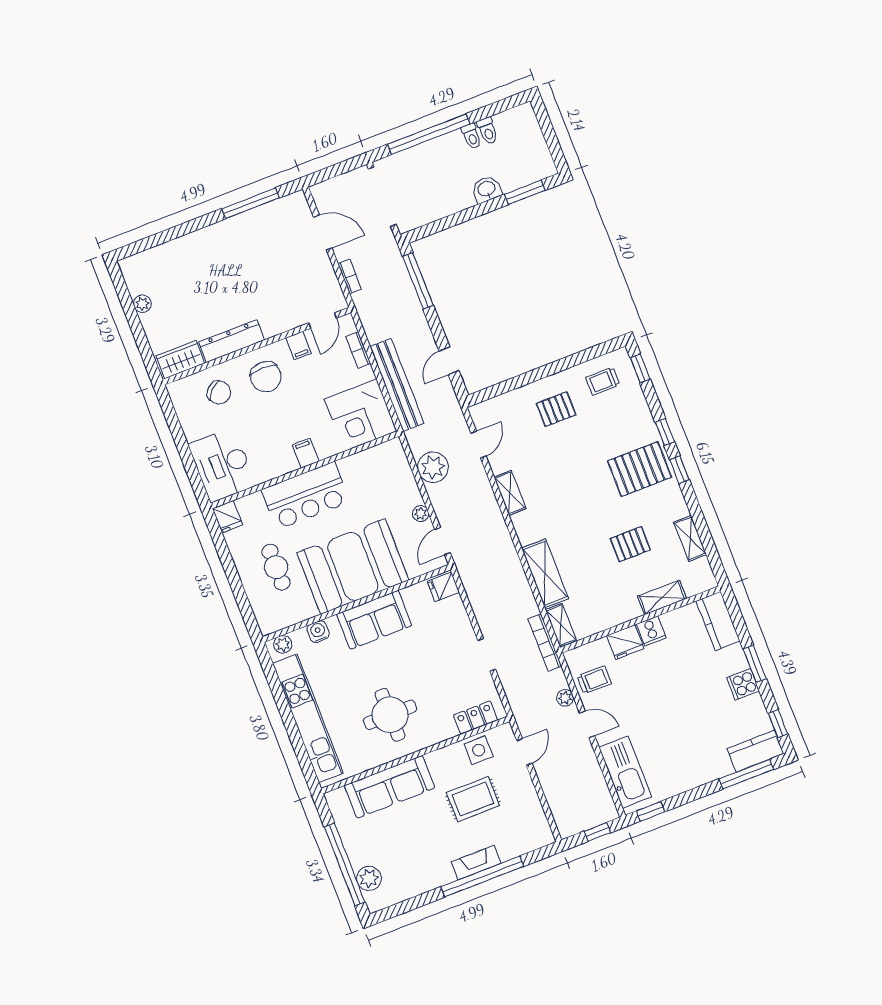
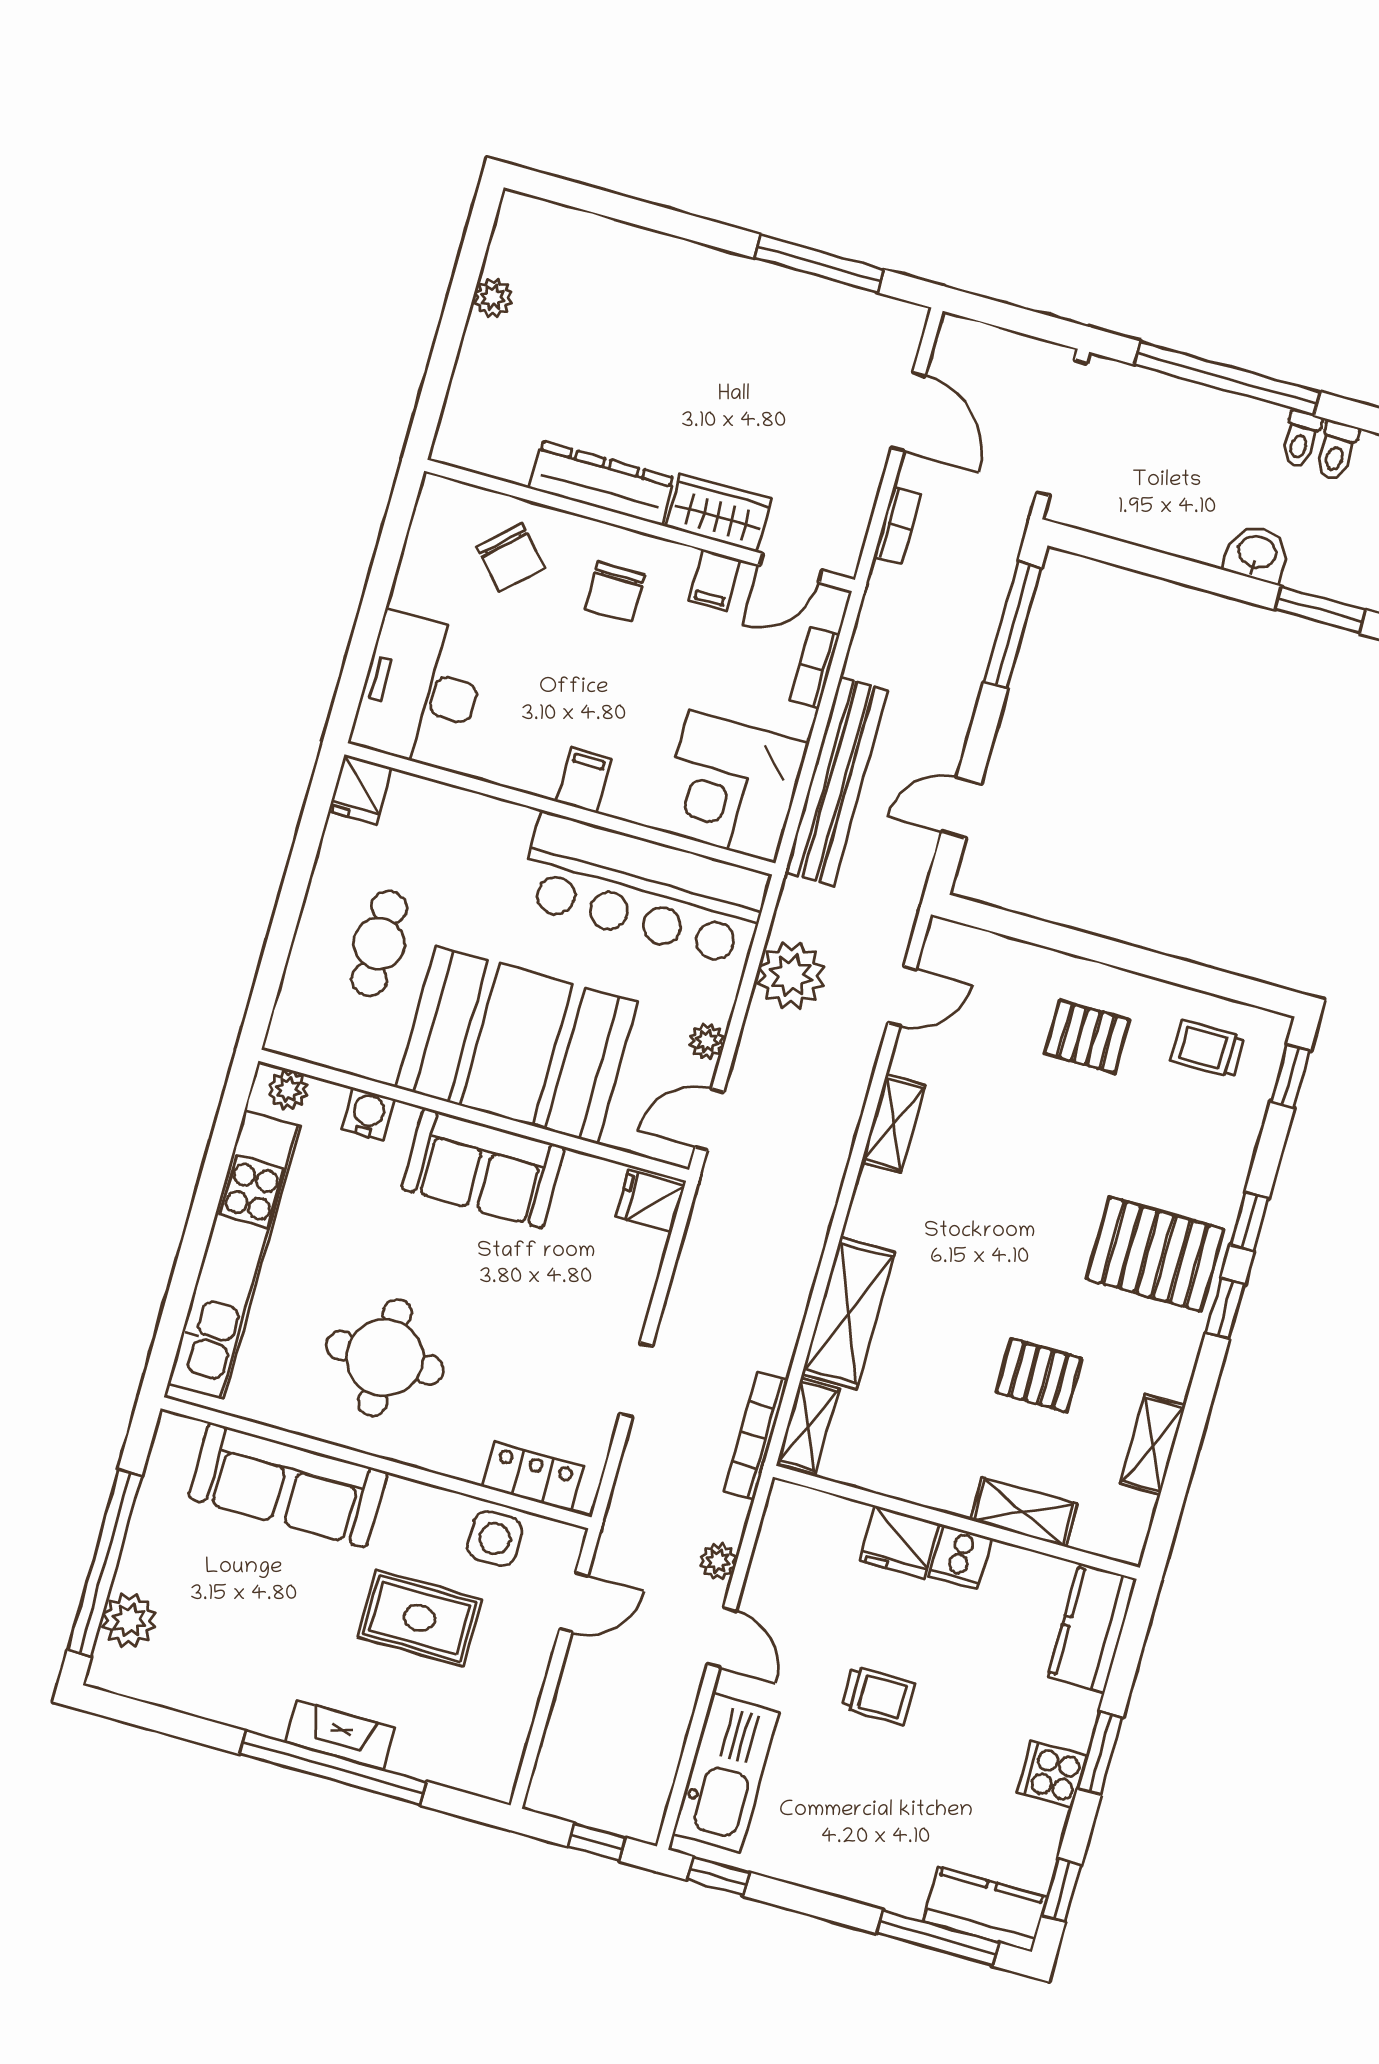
wardrobe: (180, 360) -> (719, 513), moved
chair: (266, 377) -> (615, 592), width x0.73, depth x0.73
bar counter: (305, 496) -> (644, 889), moved, width x1.36
trolley: (594, 680) -> (878, 1695), moved

